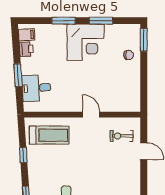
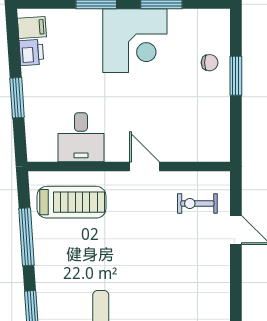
window: (144, 40) -> (236, 76), moved
desk: (36, 88) -> (81, 137), moved, turned -86
window: (23, 155) -> (26, 237), width x2.17

